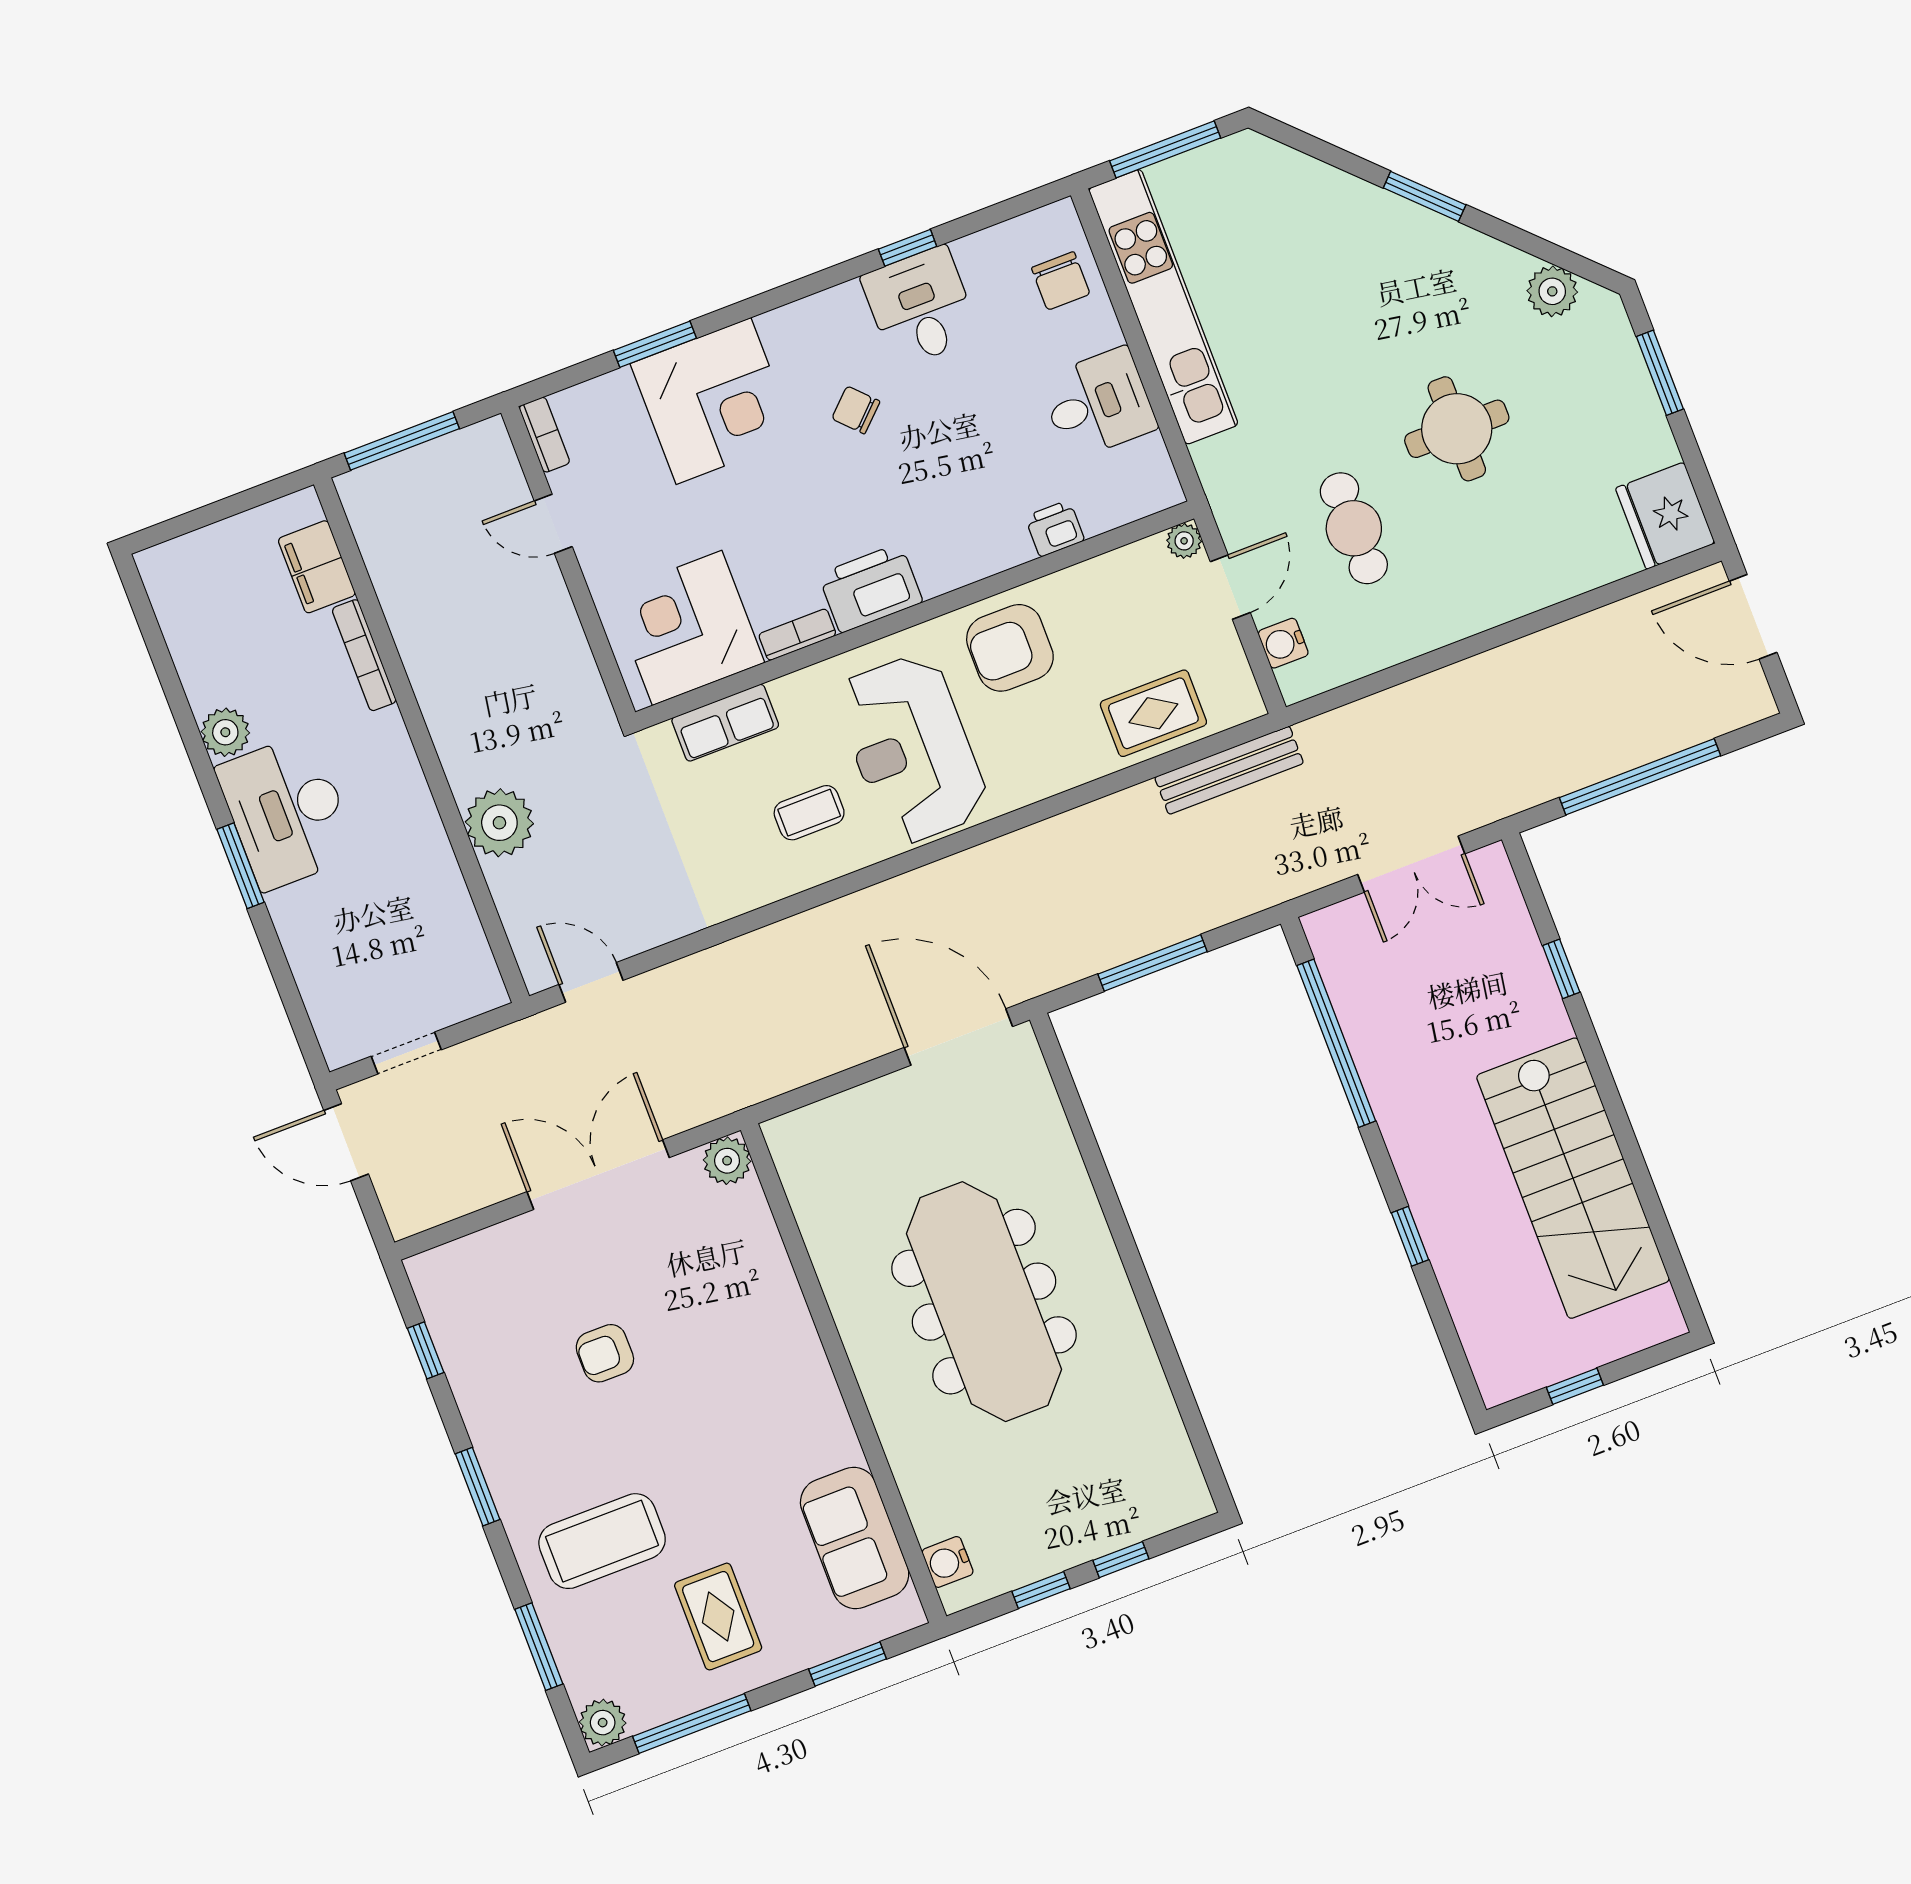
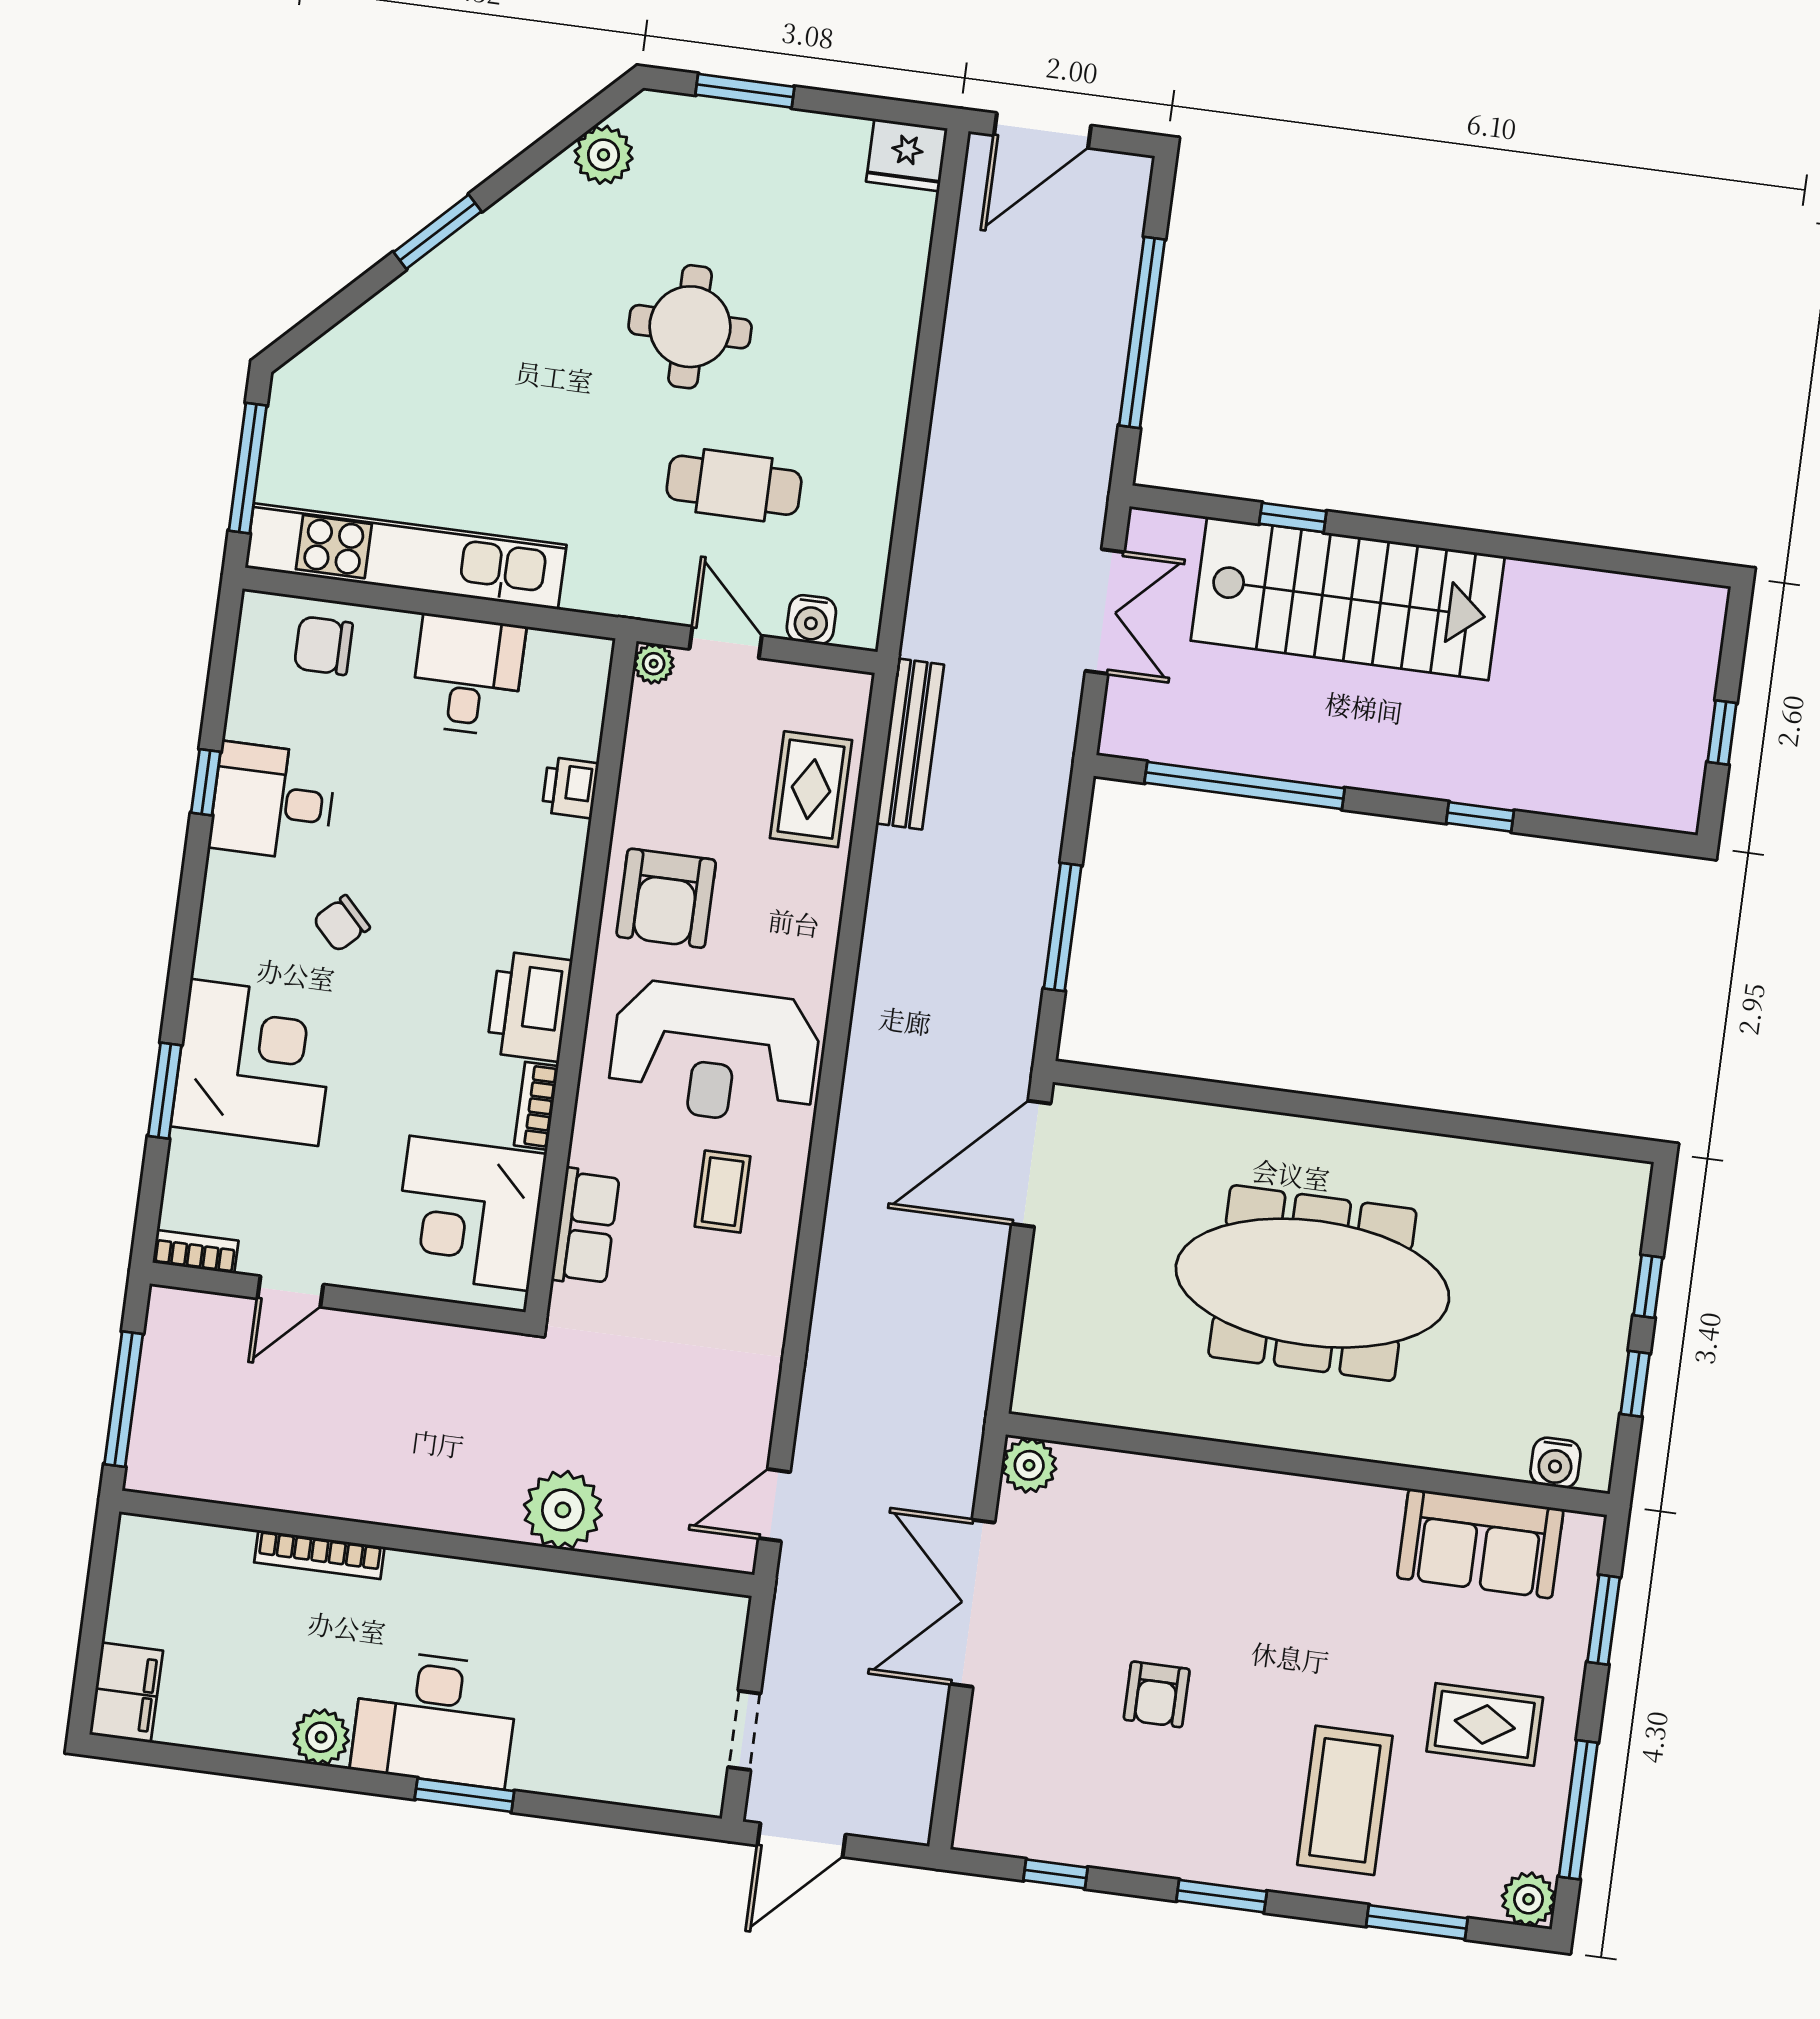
chair: (1061, 281) -> (323, 646), turned 180
fridge: (1665, 516) -> (907, 155), width x0.73, depth x0.75
filing cabinet: (317, 567) -> (126, 1693), moved, turned -90
stairs: (1573, 1178) -> (1348, 599), moved

